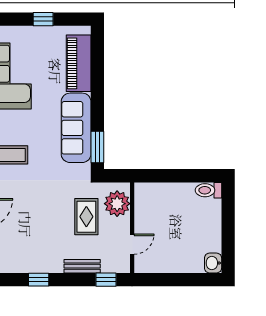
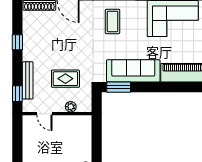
plant: (117, 204) -> (71, 107), width x0.53, depth x0.53
bench: (82, 266) -> (28, 80), width x1.36

